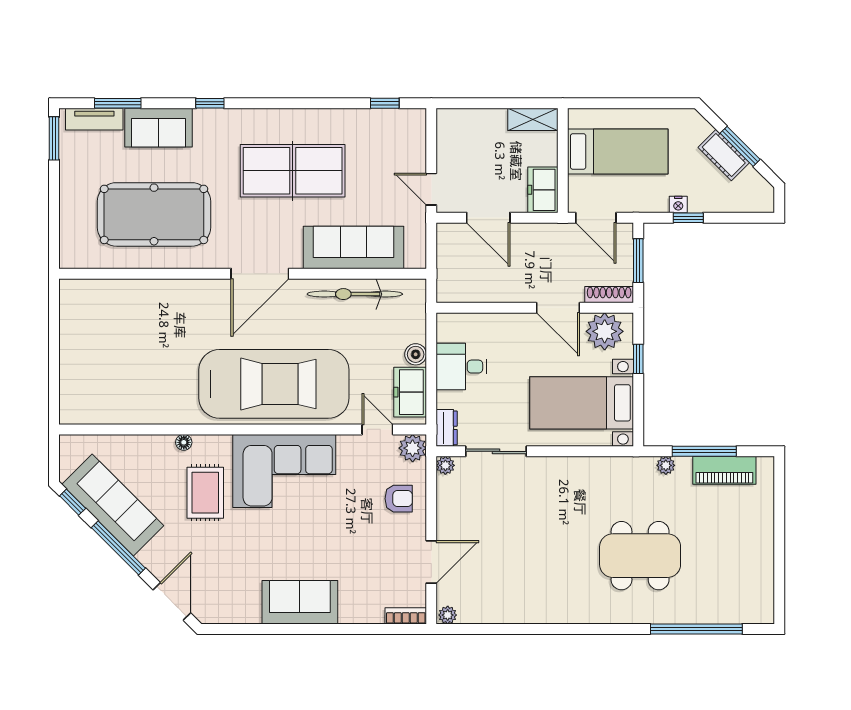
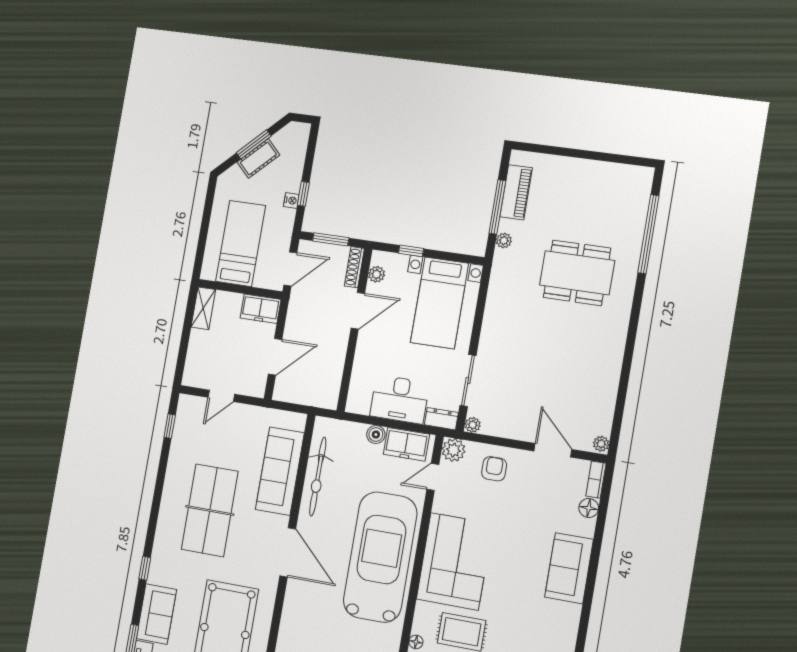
door: (431, 189) -> (221, 396), moved
plant: (605, 331) -> (377, 274), width x0.53, depth x0.53
desk: (461, 367) -> (400, 399), width x1.37
dining table: (640, 556) -> (577, 273), turned 90
floor lamp: (372, 613) -> (589, 508), added

